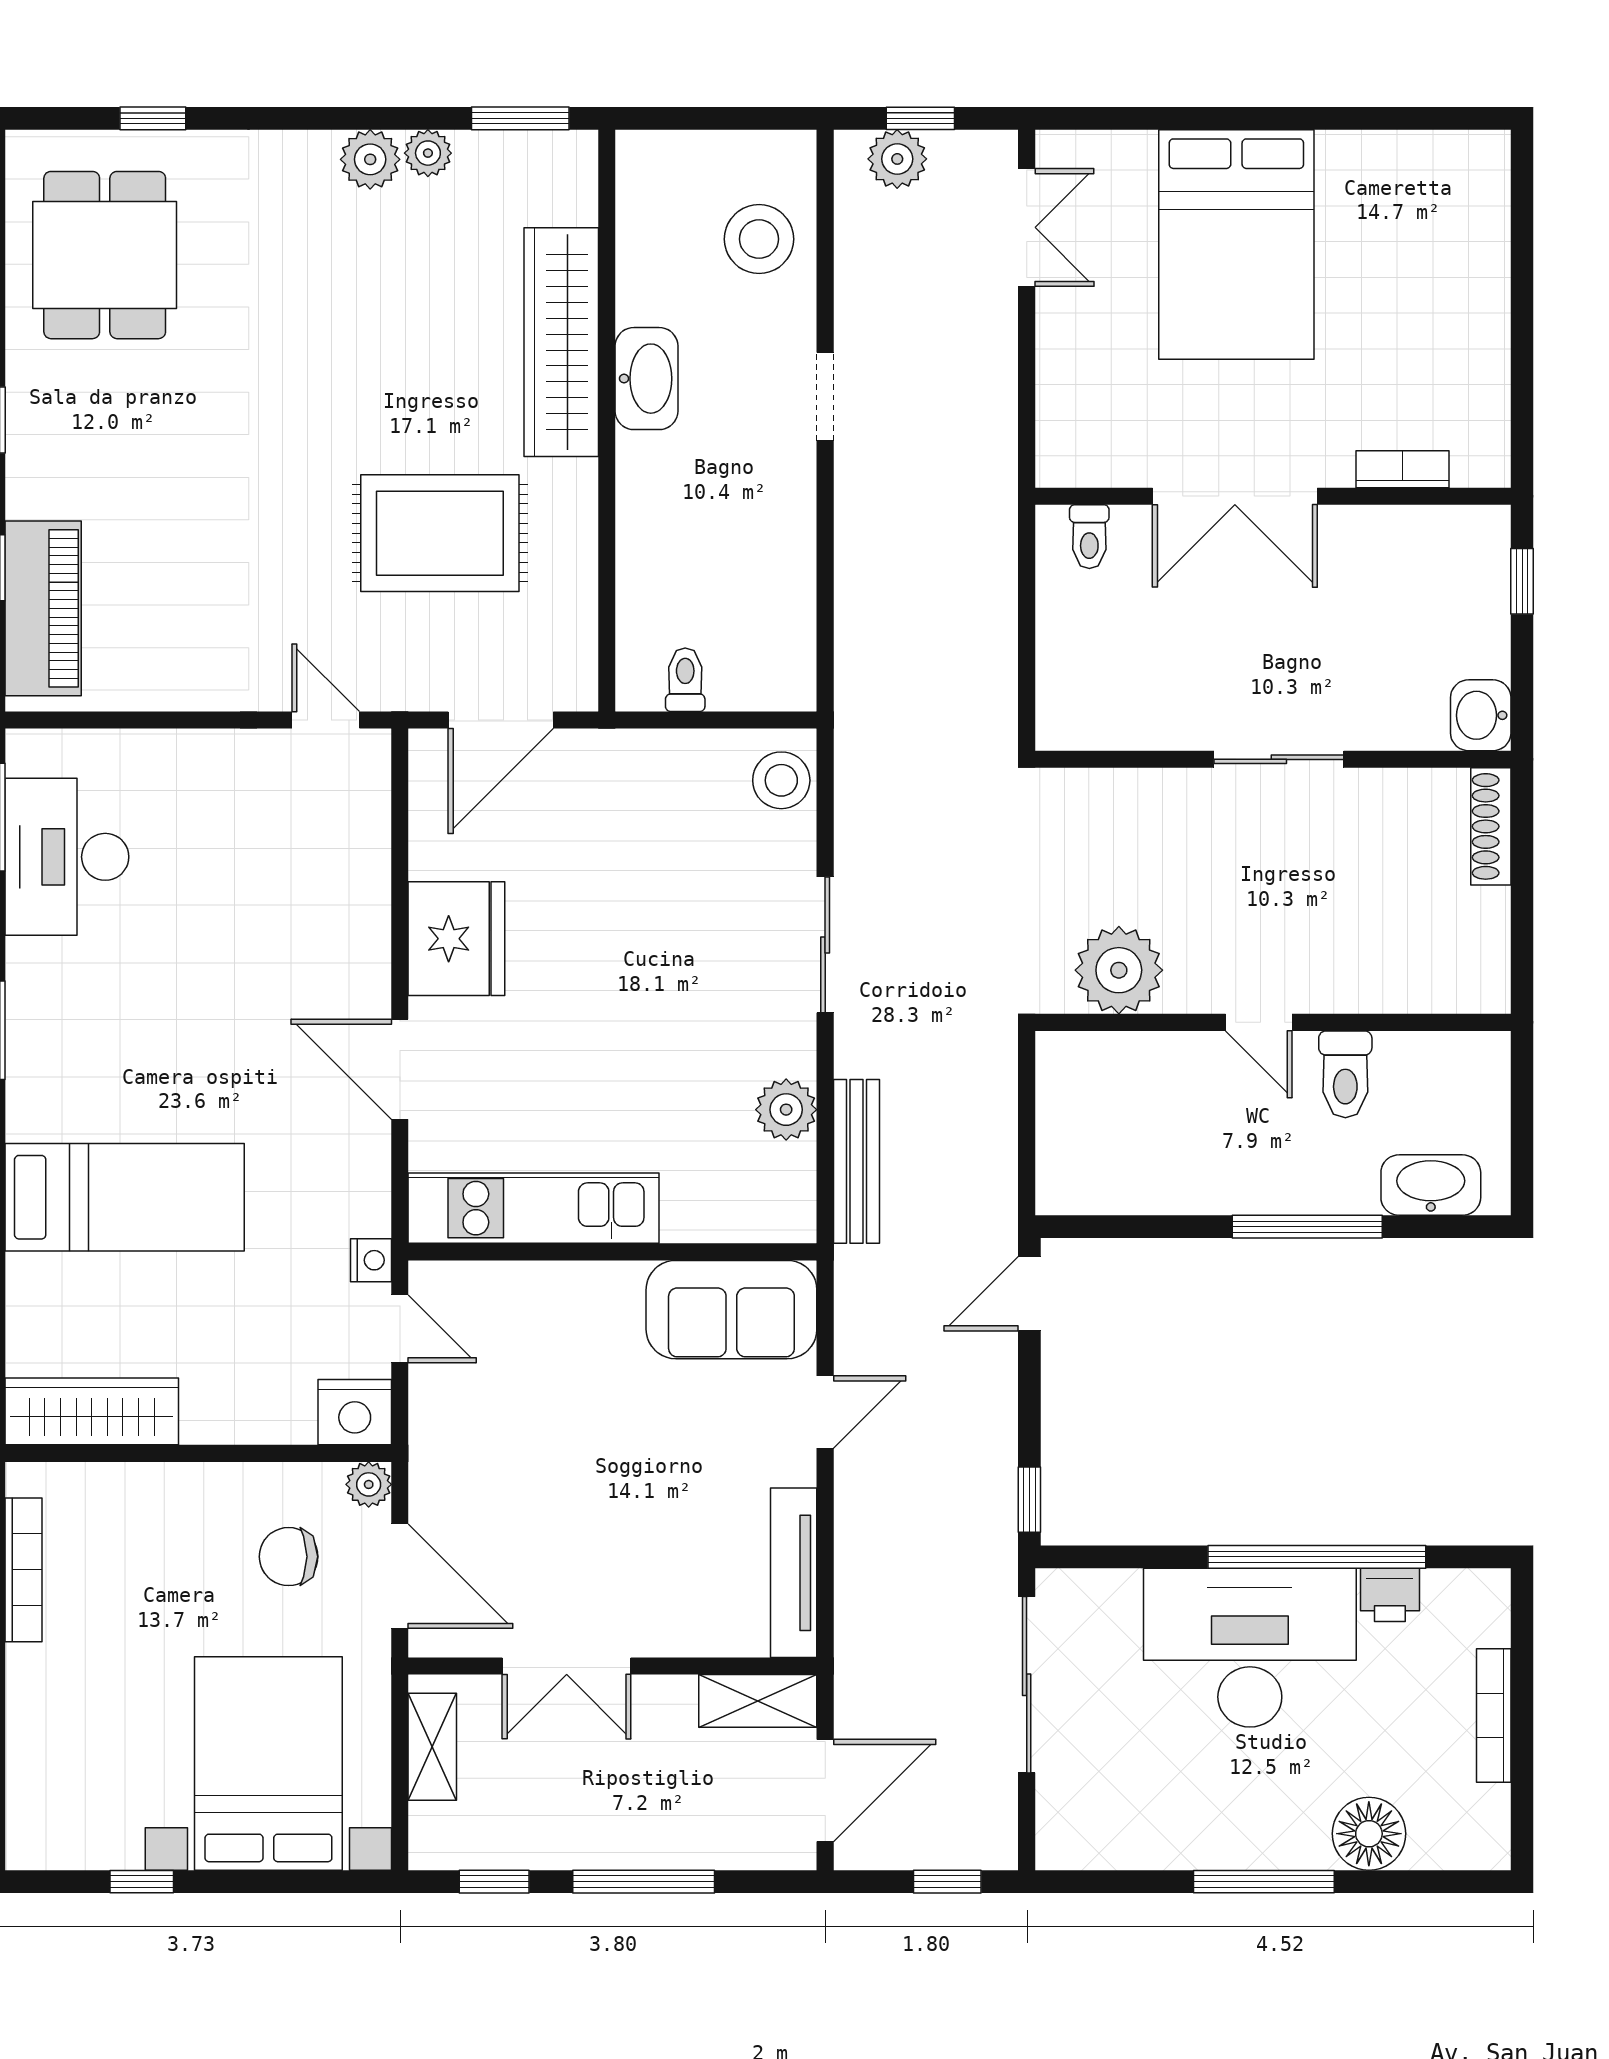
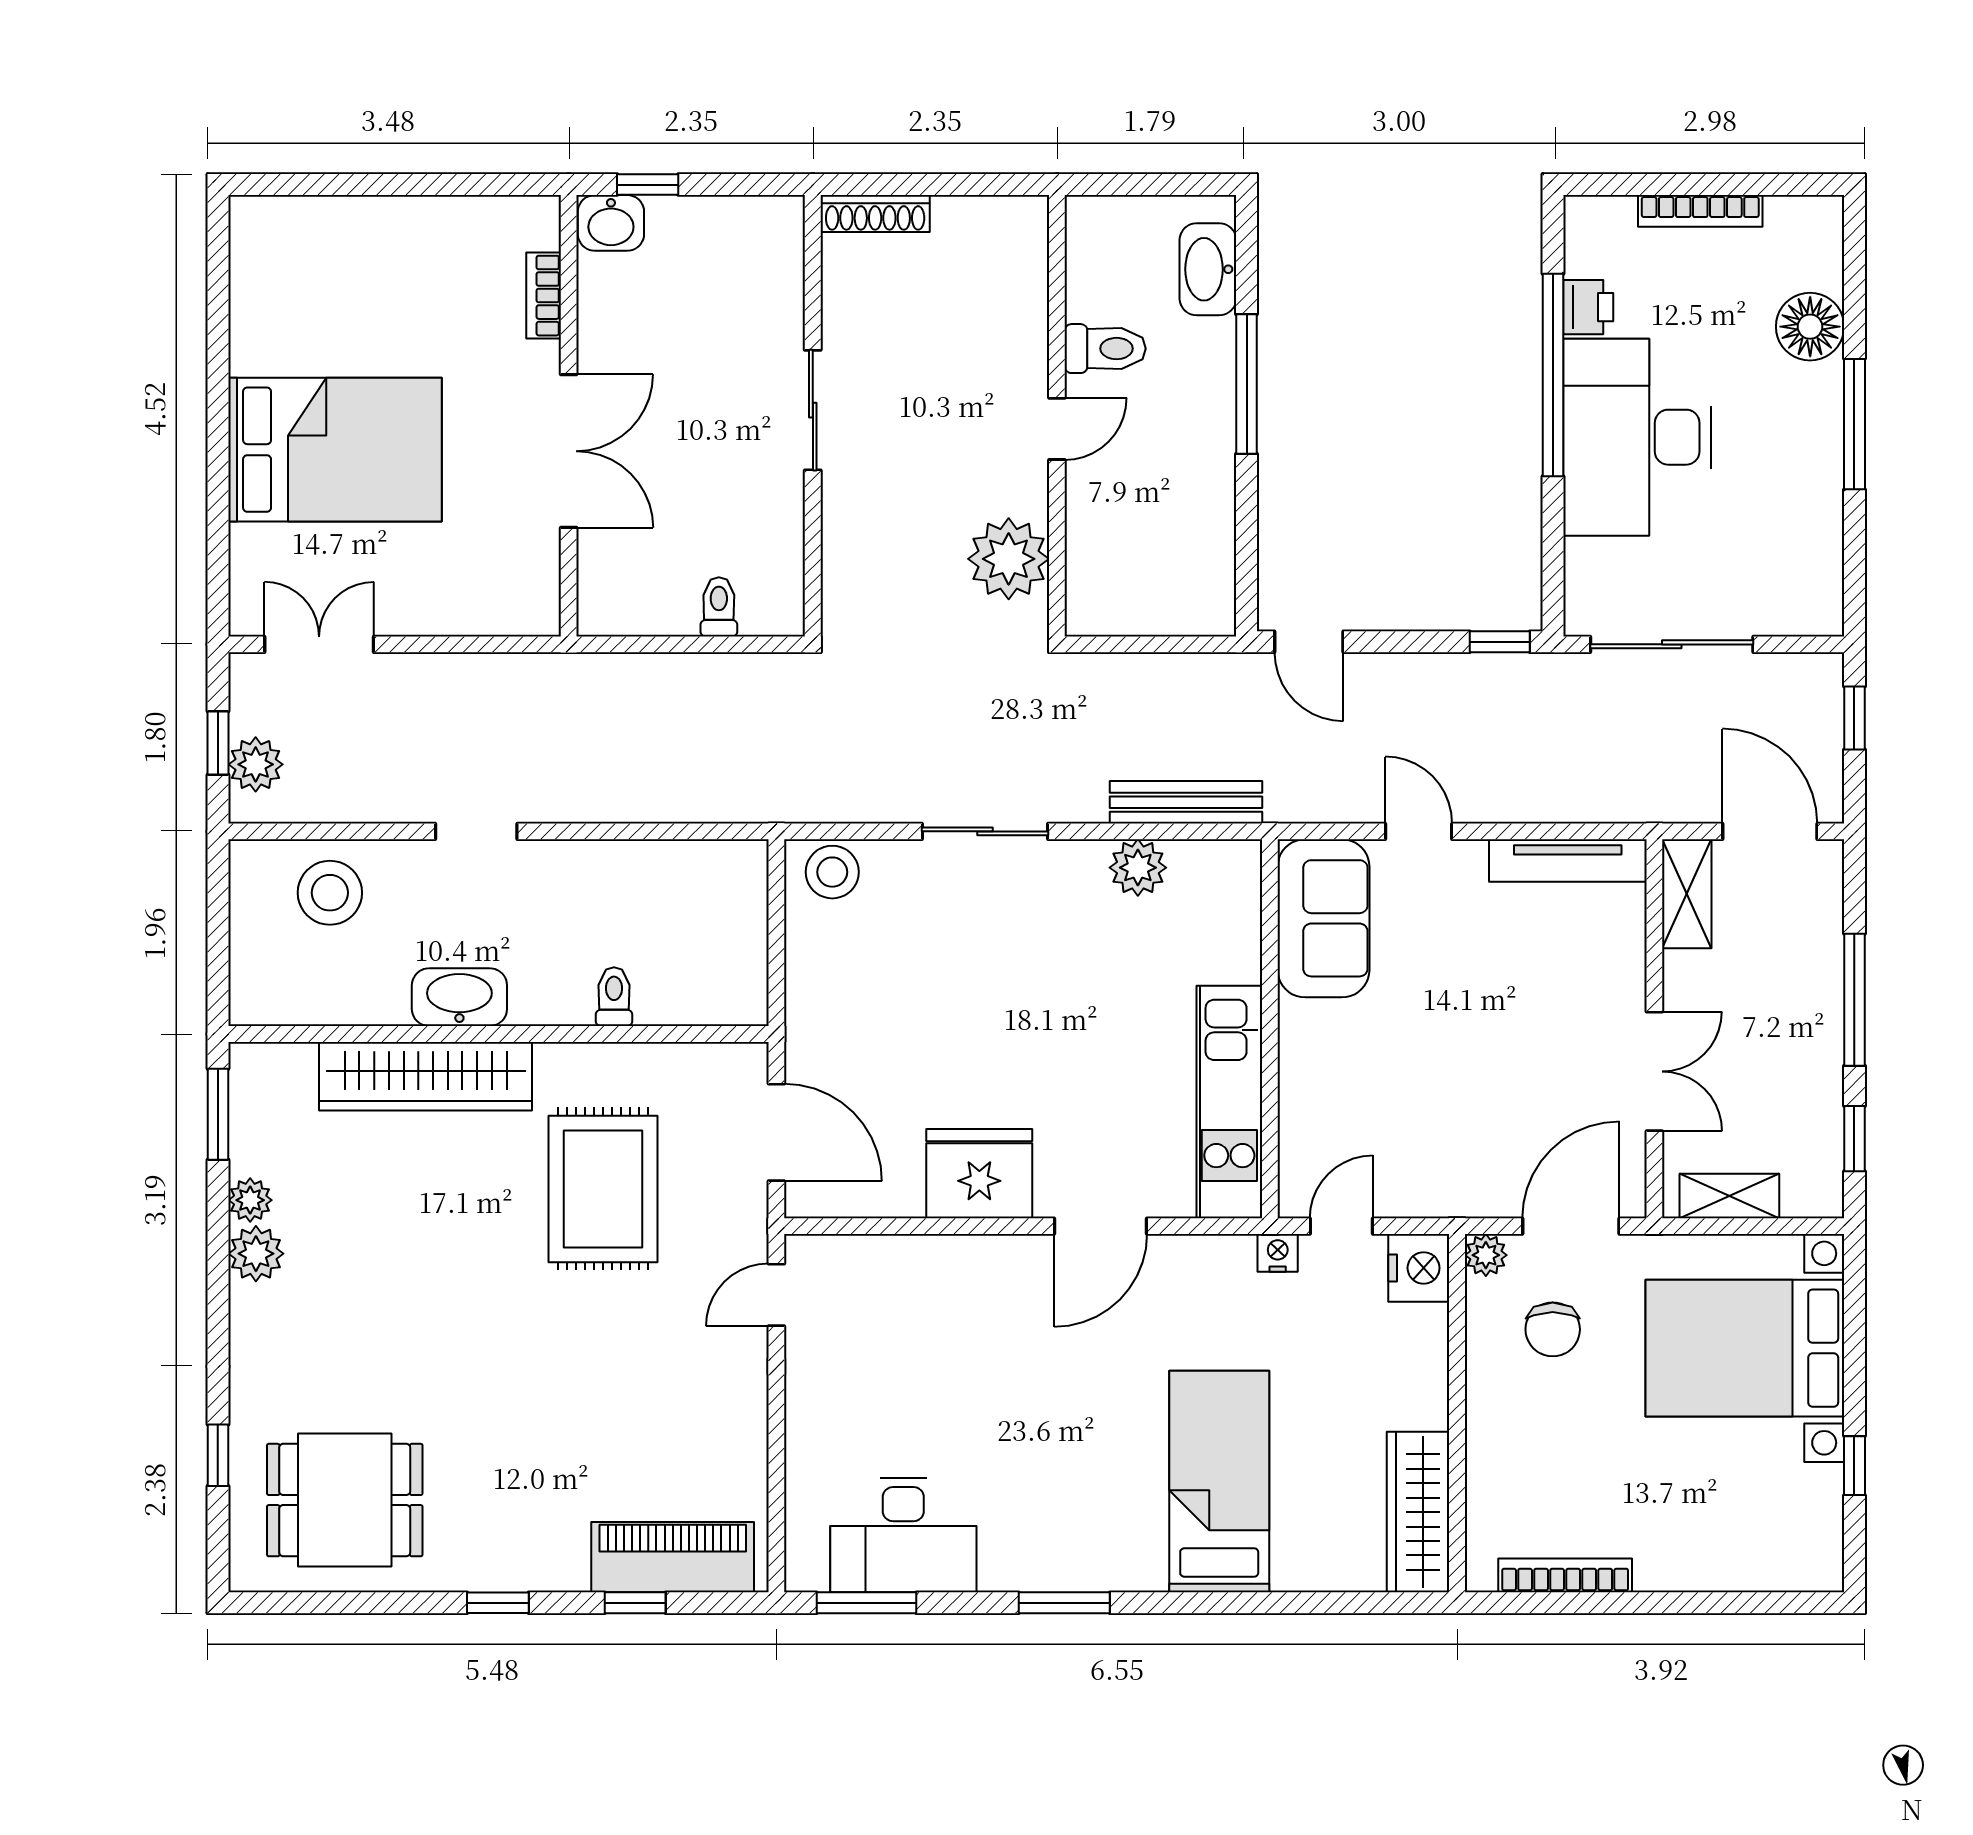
toilet: (1089, 537) -> (719, 607), moved, turned -90
toilet: (685, 680) -> (614, 997), moved, turned 90
washbasin: (1481, 715) -> (611, 223), moved

